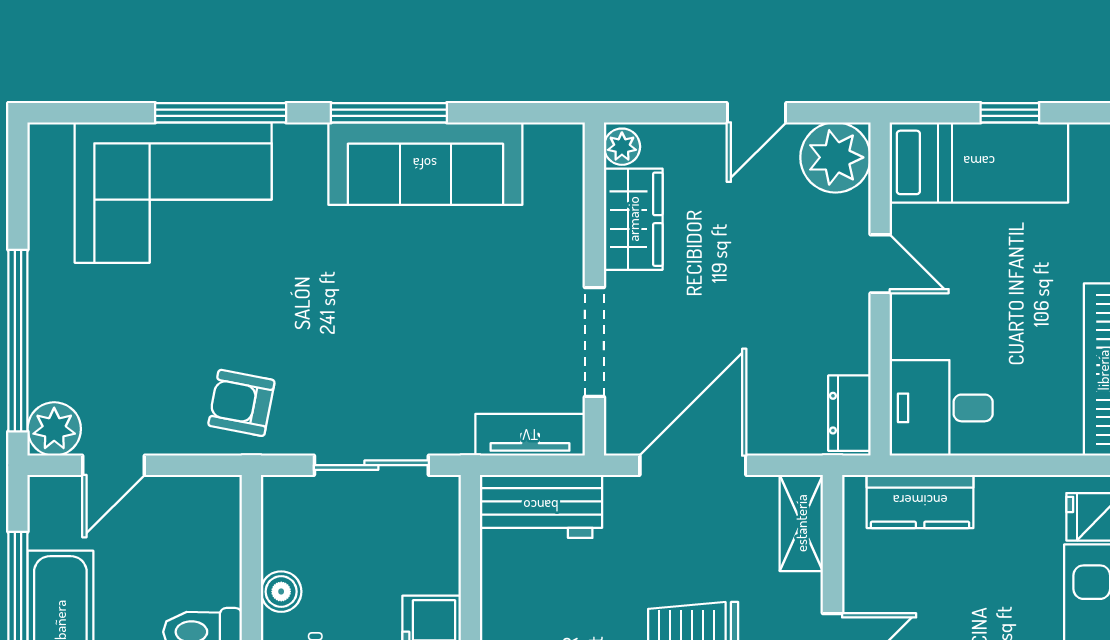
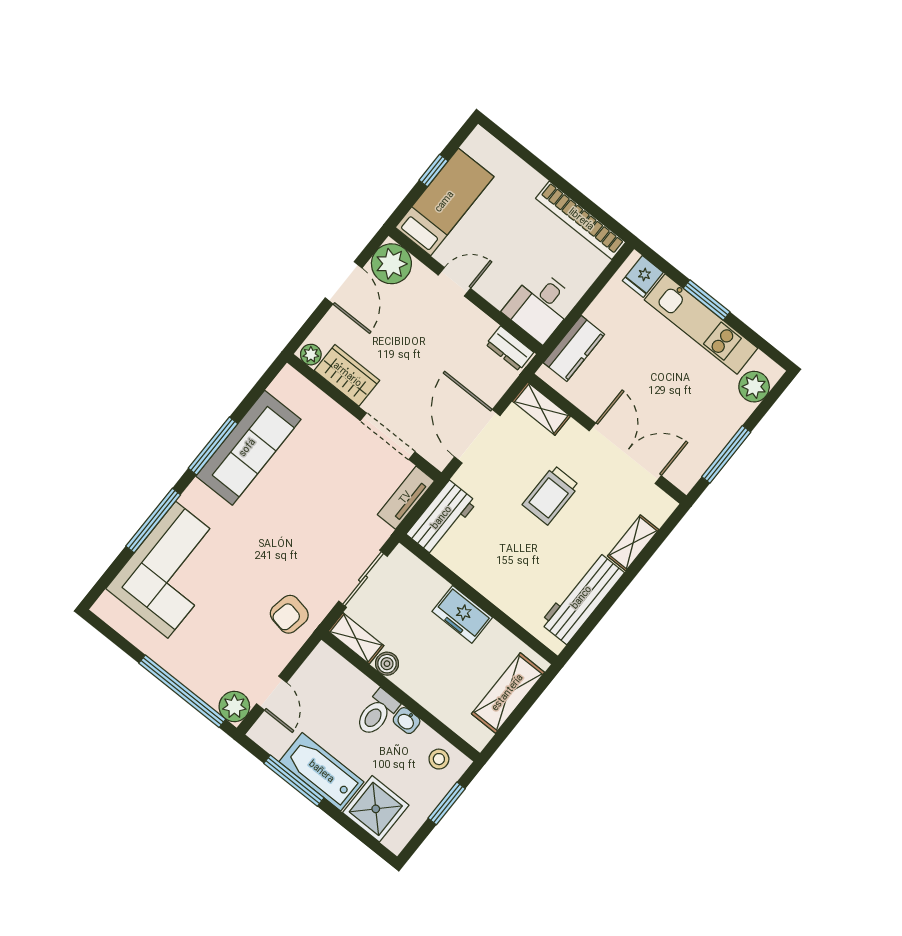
door: (756, 113) -> (344, 283), width x1.38
shelving: (282, 521) -> (356, 638), added

